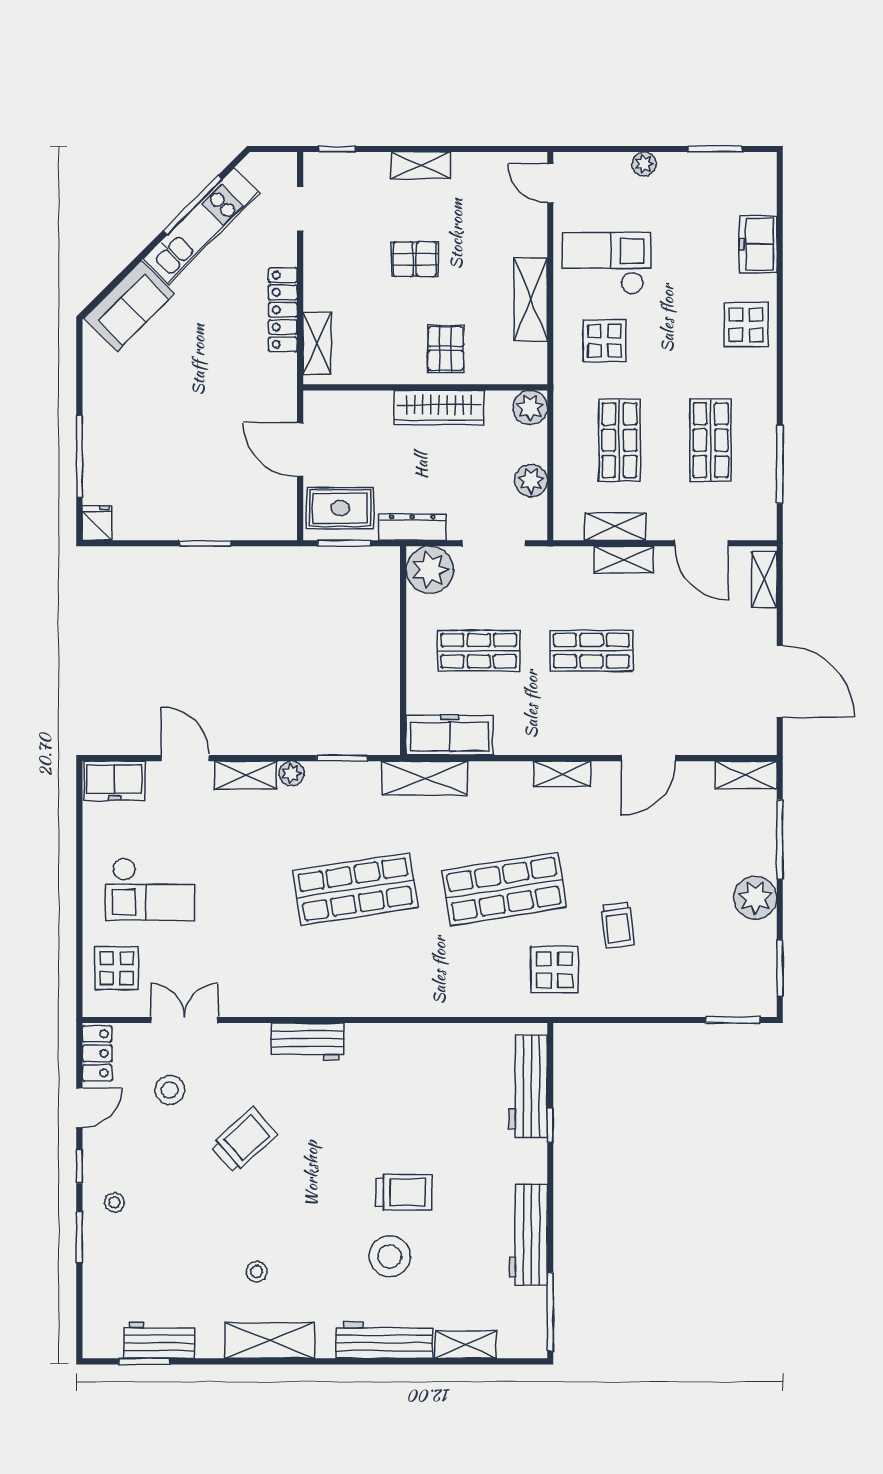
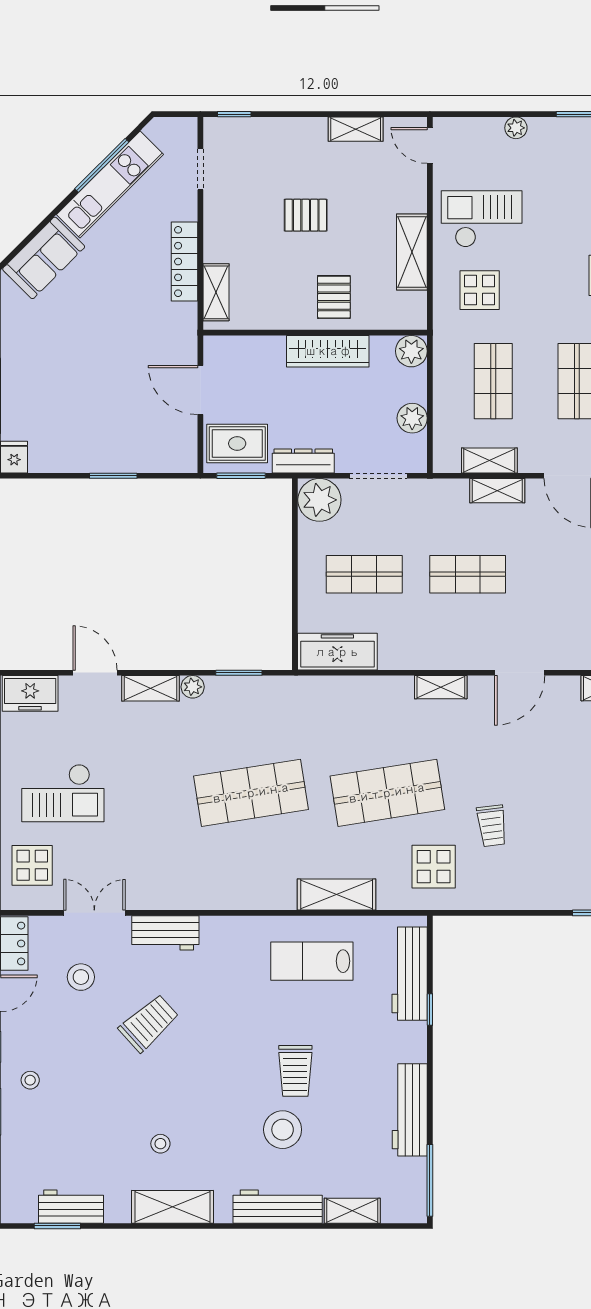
shelving: (421, 165) -> (356, 129), moved
shelving: (425, 778) -> (337, 895), moved
workbench: (308, 1042) -> (165, 933), moved
lab bench: (422, 1073) -> (312, 961), added
trolley: (404, 1192) -> (295, 1071), turned 90

